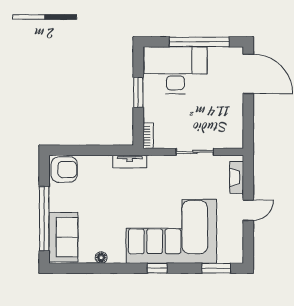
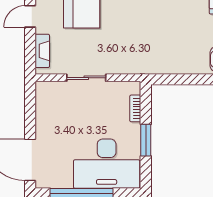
bookcase: (148, 136) -> (135, 108), moved
tv unit: (130, 162) -> (155, 68), removed

